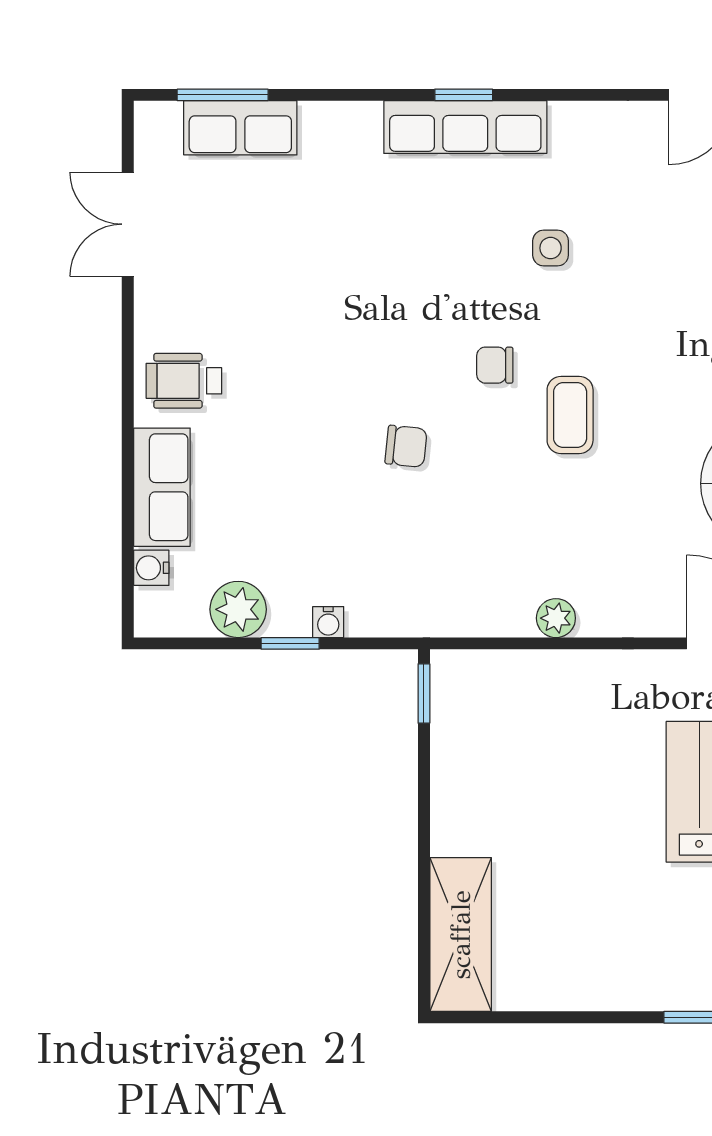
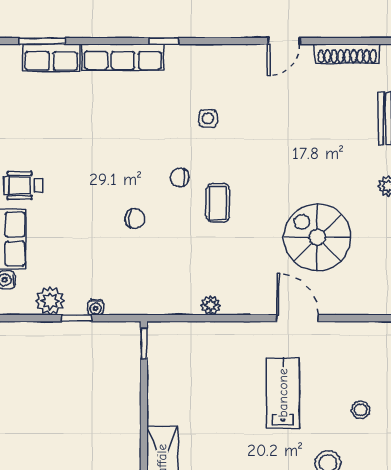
row of seats: (465, 127) -> (123, 57), moved

